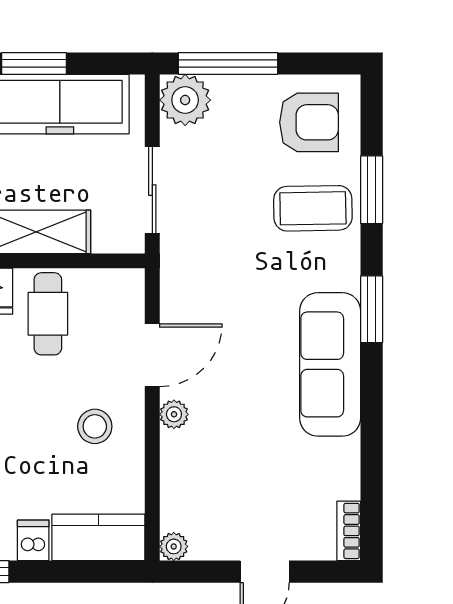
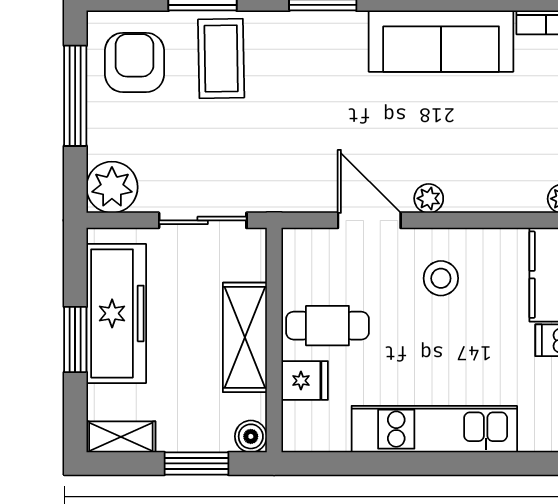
window: (228, 64) -> (75, 96), moved
sofa: (330, 364) -> (441, 41), moved

